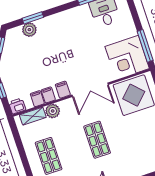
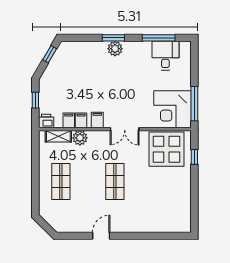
window: (33, 18) -> (113, 38), moved
plant: (29, 30) -> (115, 49), moved
double door: (90, 90) -> (125, 129), width x0.73

